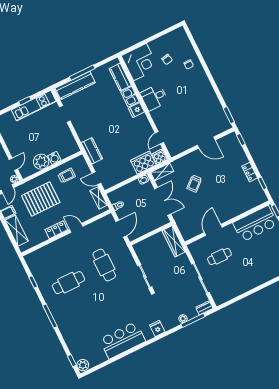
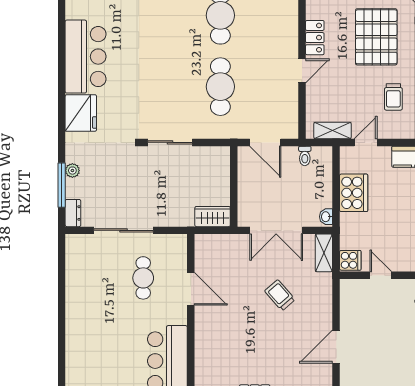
cooker: (143, 163) -> (354, 193), moved
wardrobe: (174, 241) -> (213, 217), width x0.67
cafe table: (104, 265) -> (220, 87), turned 90
fridge: (157, 328) -> (81, 113), width x1.88, depth x1.34

